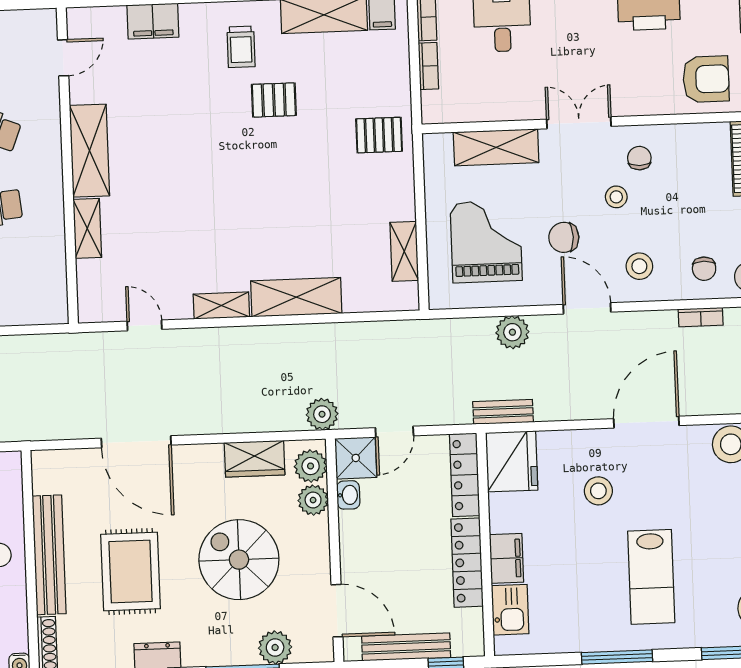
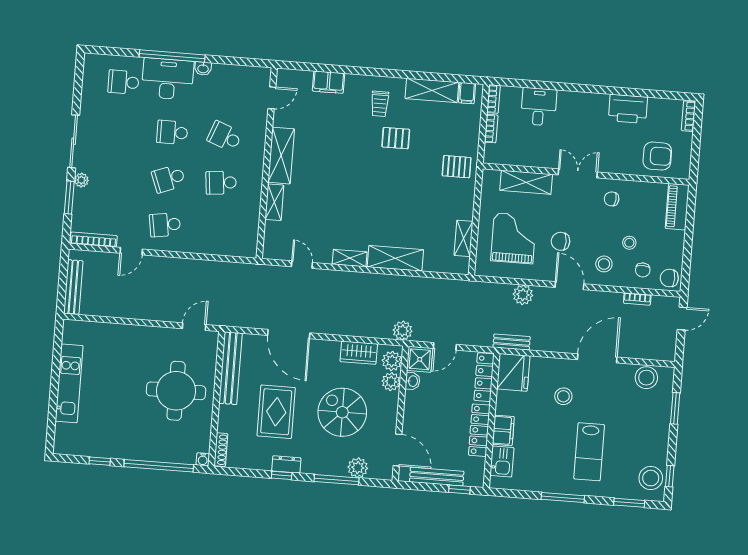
chair: (639, 158) -> (612, 199), turned -84
stool: (616, 197) -> (629, 243), moved
bench: (49, 555) -> (231, 368), moved

